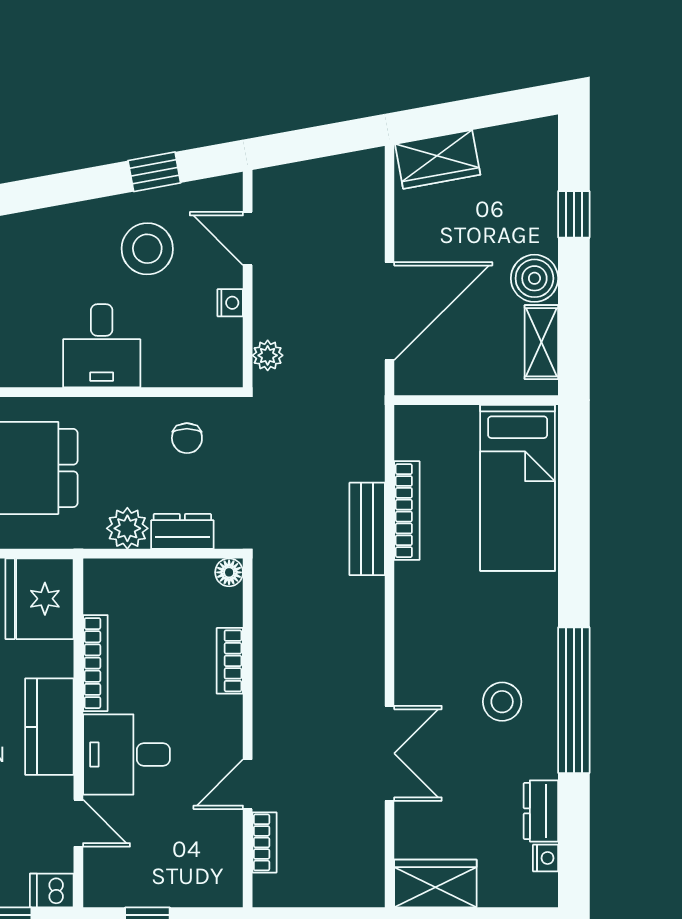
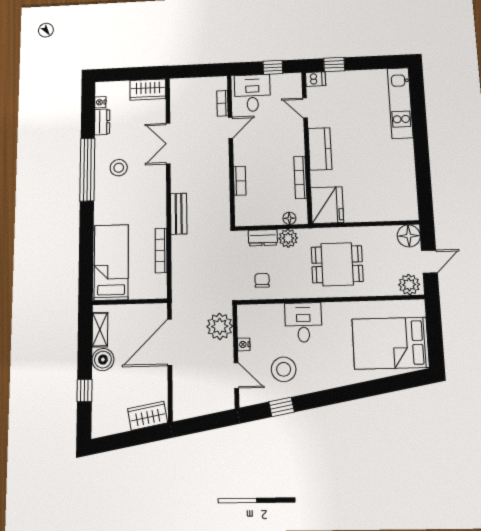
plant: (268, 355) -> (220, 326), width x1.88, depth x1.88
bench: (367, 529) -> (179, 214), moved
floor lamp: (229, 572) -> (289, 218), moved
desk: (126, 754) -> (252, 93), moved, turned -90

